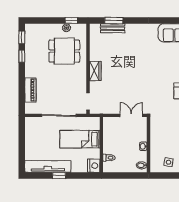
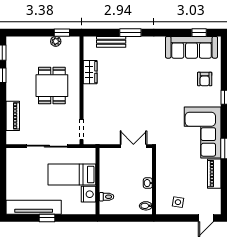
window: (114, 21) -> (130, 33), moved
dining table: (64, 51) -> (52, 86), moved, turned 90
wardrobe: (95, 71) -> (90, 72), moved
nightstand: (94, 166) -> (89, 194), moved

